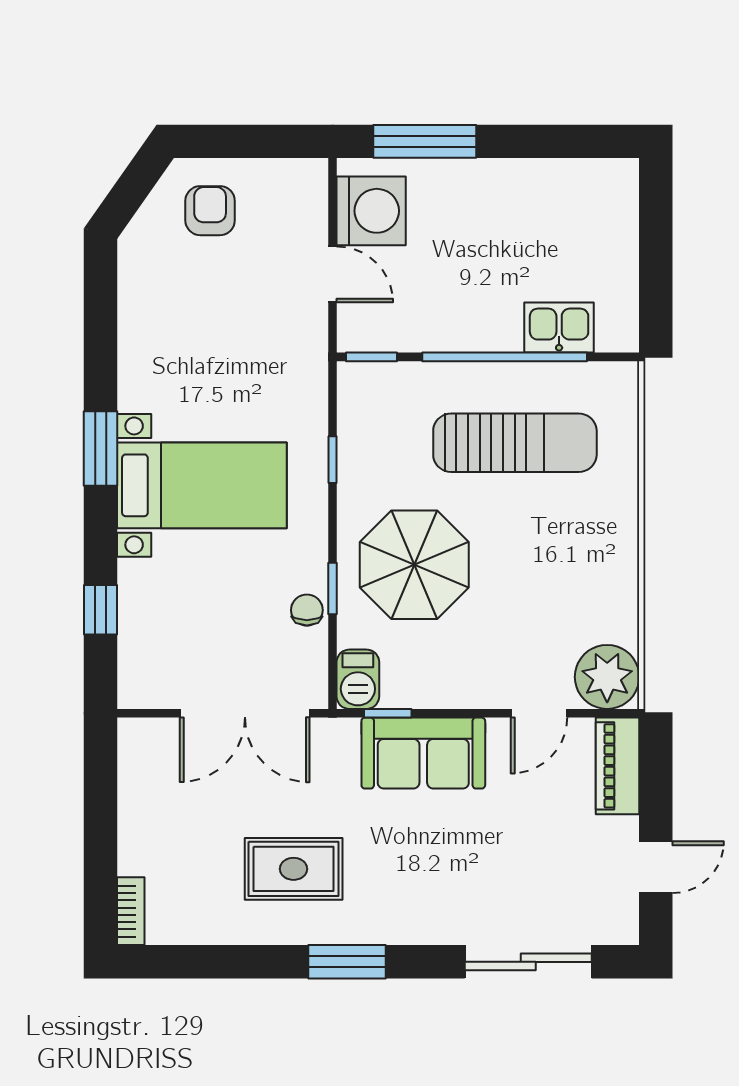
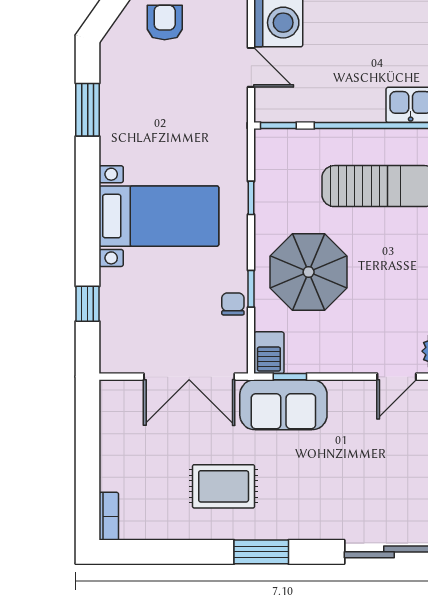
window: (101, 449) -> (88, 110), moved
sofa: (423, 753) -> (283, 405), moved

